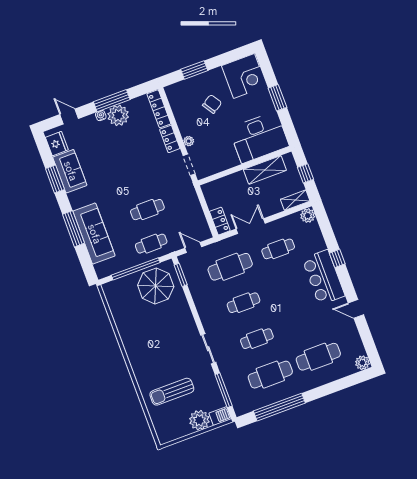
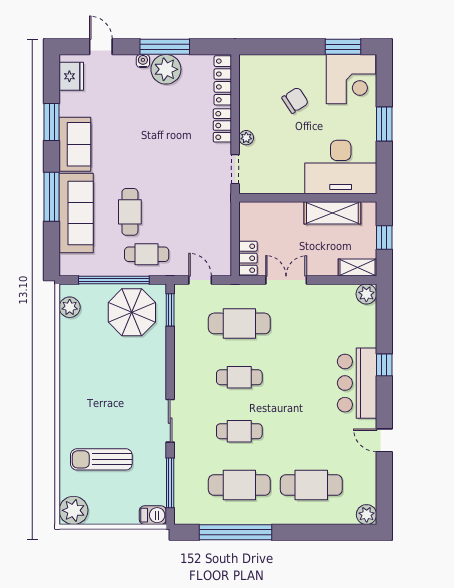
window: (194, 70) -> (343, 47), moved
sofa: (70, 171) -> (75, 144), moved
cafe table: (147, 210) -> (130, 212), moved, turned 90
cafe table: (278, 249) -> (311, 323), removed
plant: (113, 298) -> (70, 307), added
plant: (199, 420) -> (73, 510), moved

